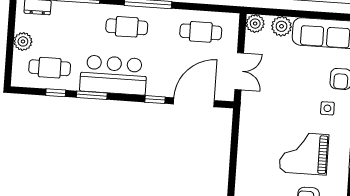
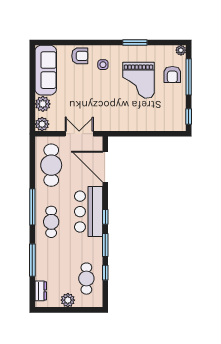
cafe table: (201, 32) -> (51, 165), width x1.37, depth x1.35
bar counter: (114, 75) -> (89, 212), moved
window: (155, 100) -> (105, 217), moved

